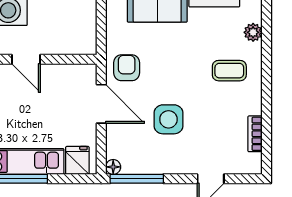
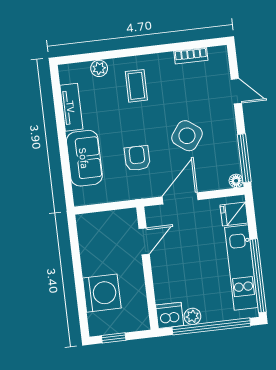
door: (26, 59) -> (144, 241), moved
armchair: (127, 68) -> (137, 158), moved, turned 90
side table: (168, 119) -> (187, 136), turned 36

